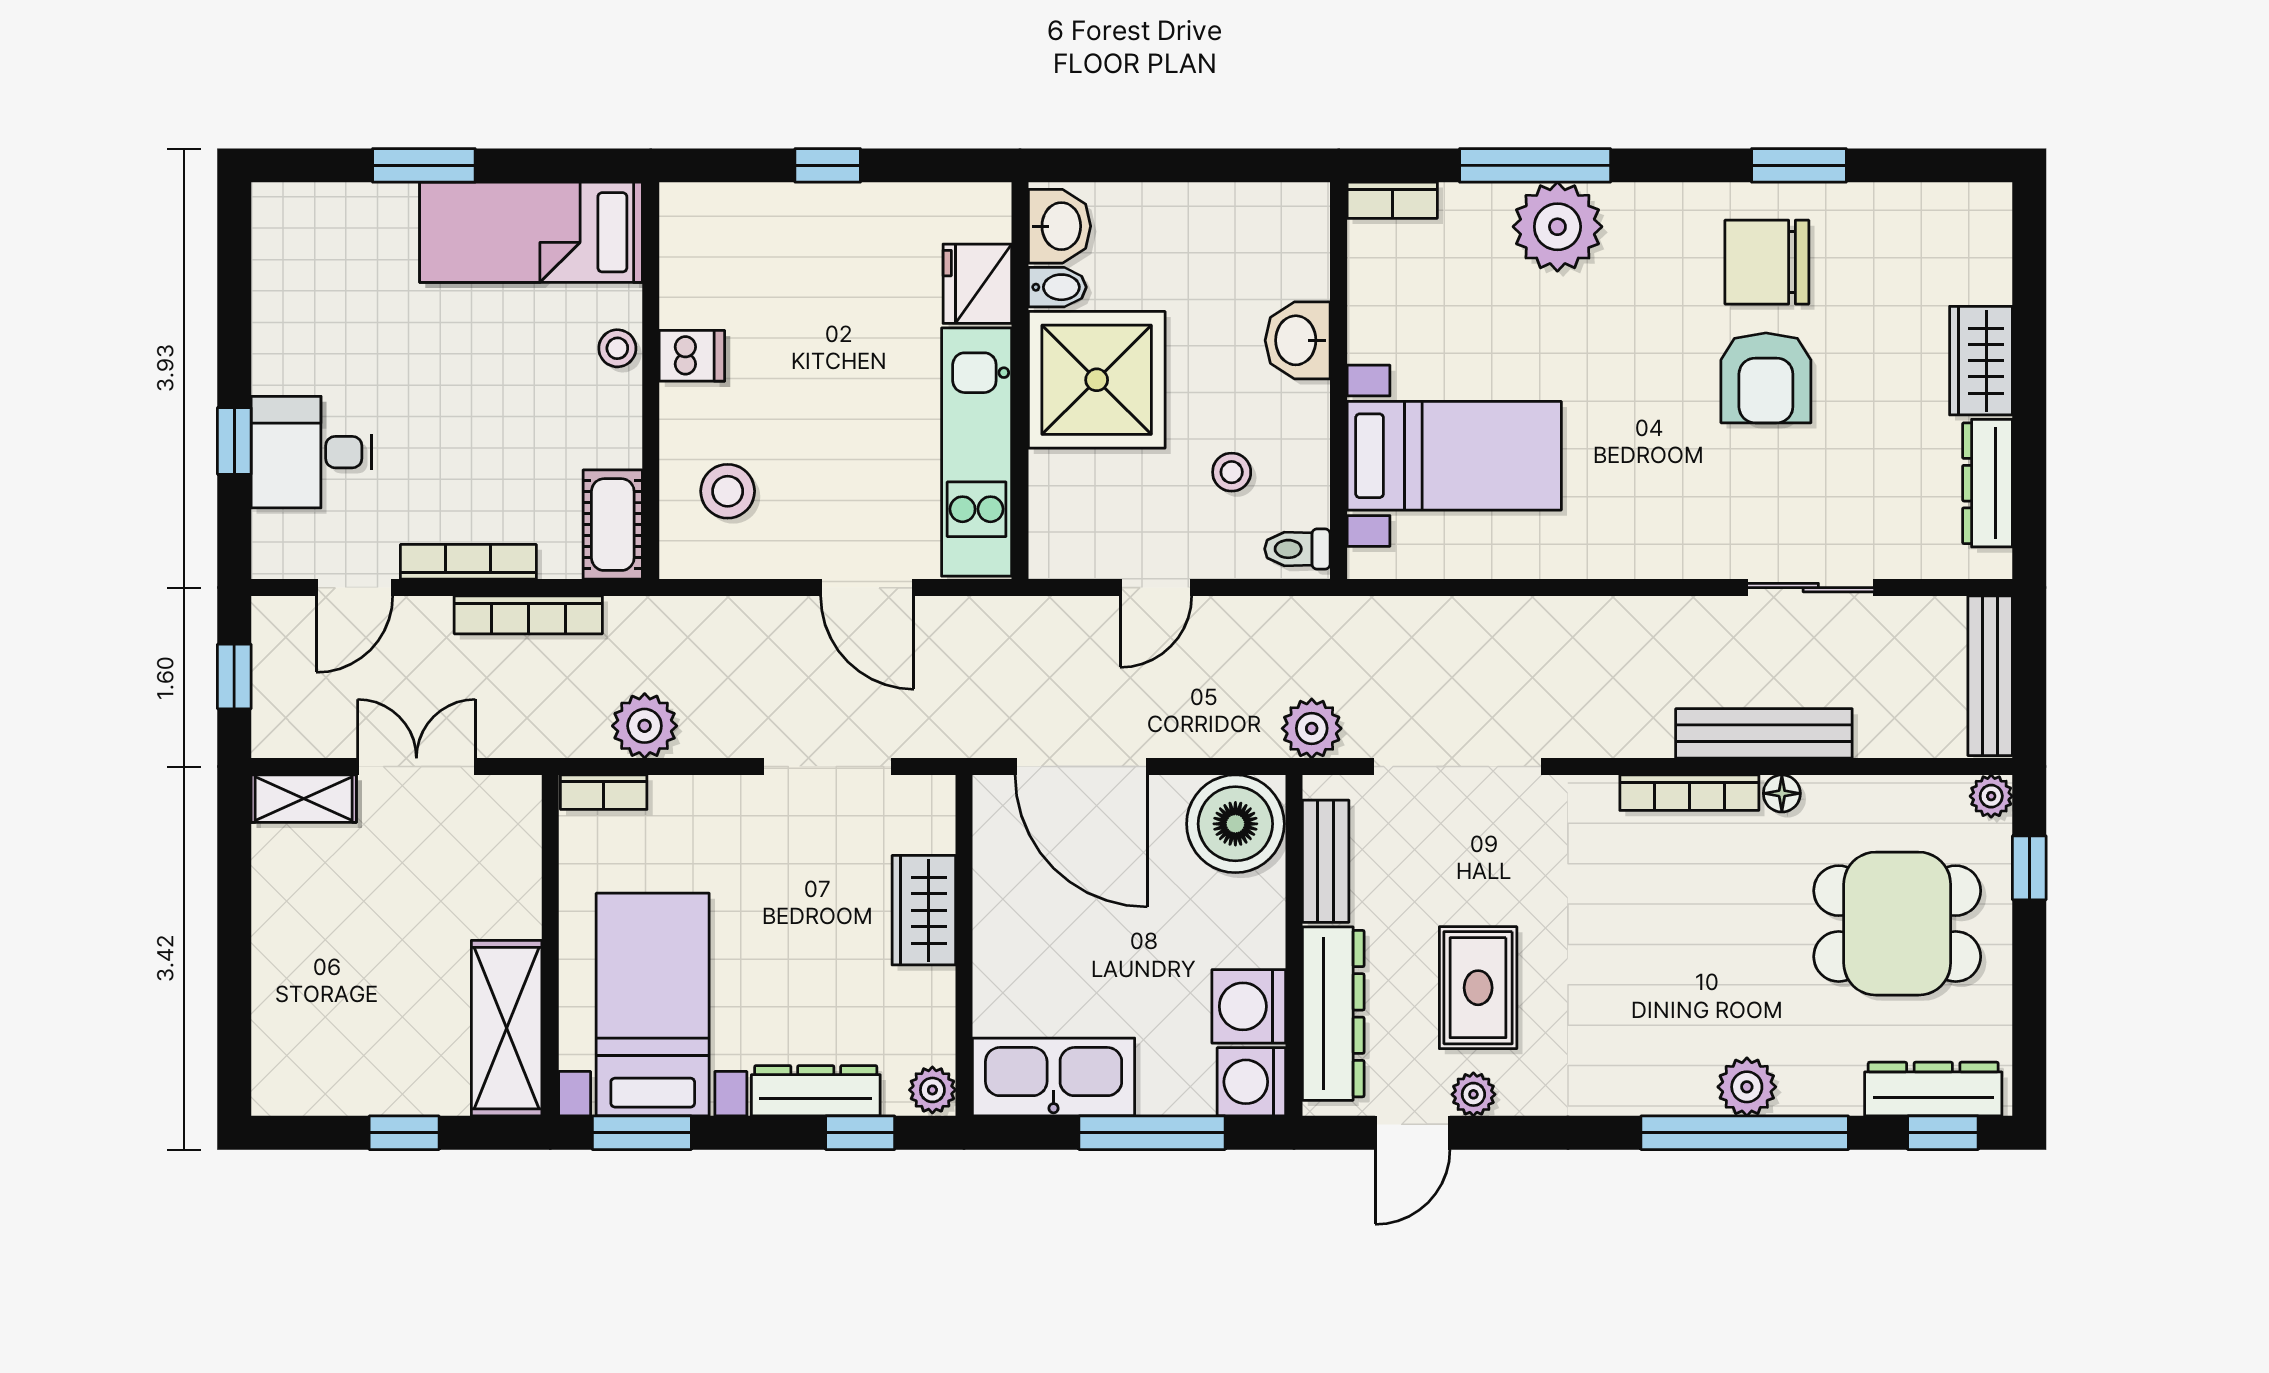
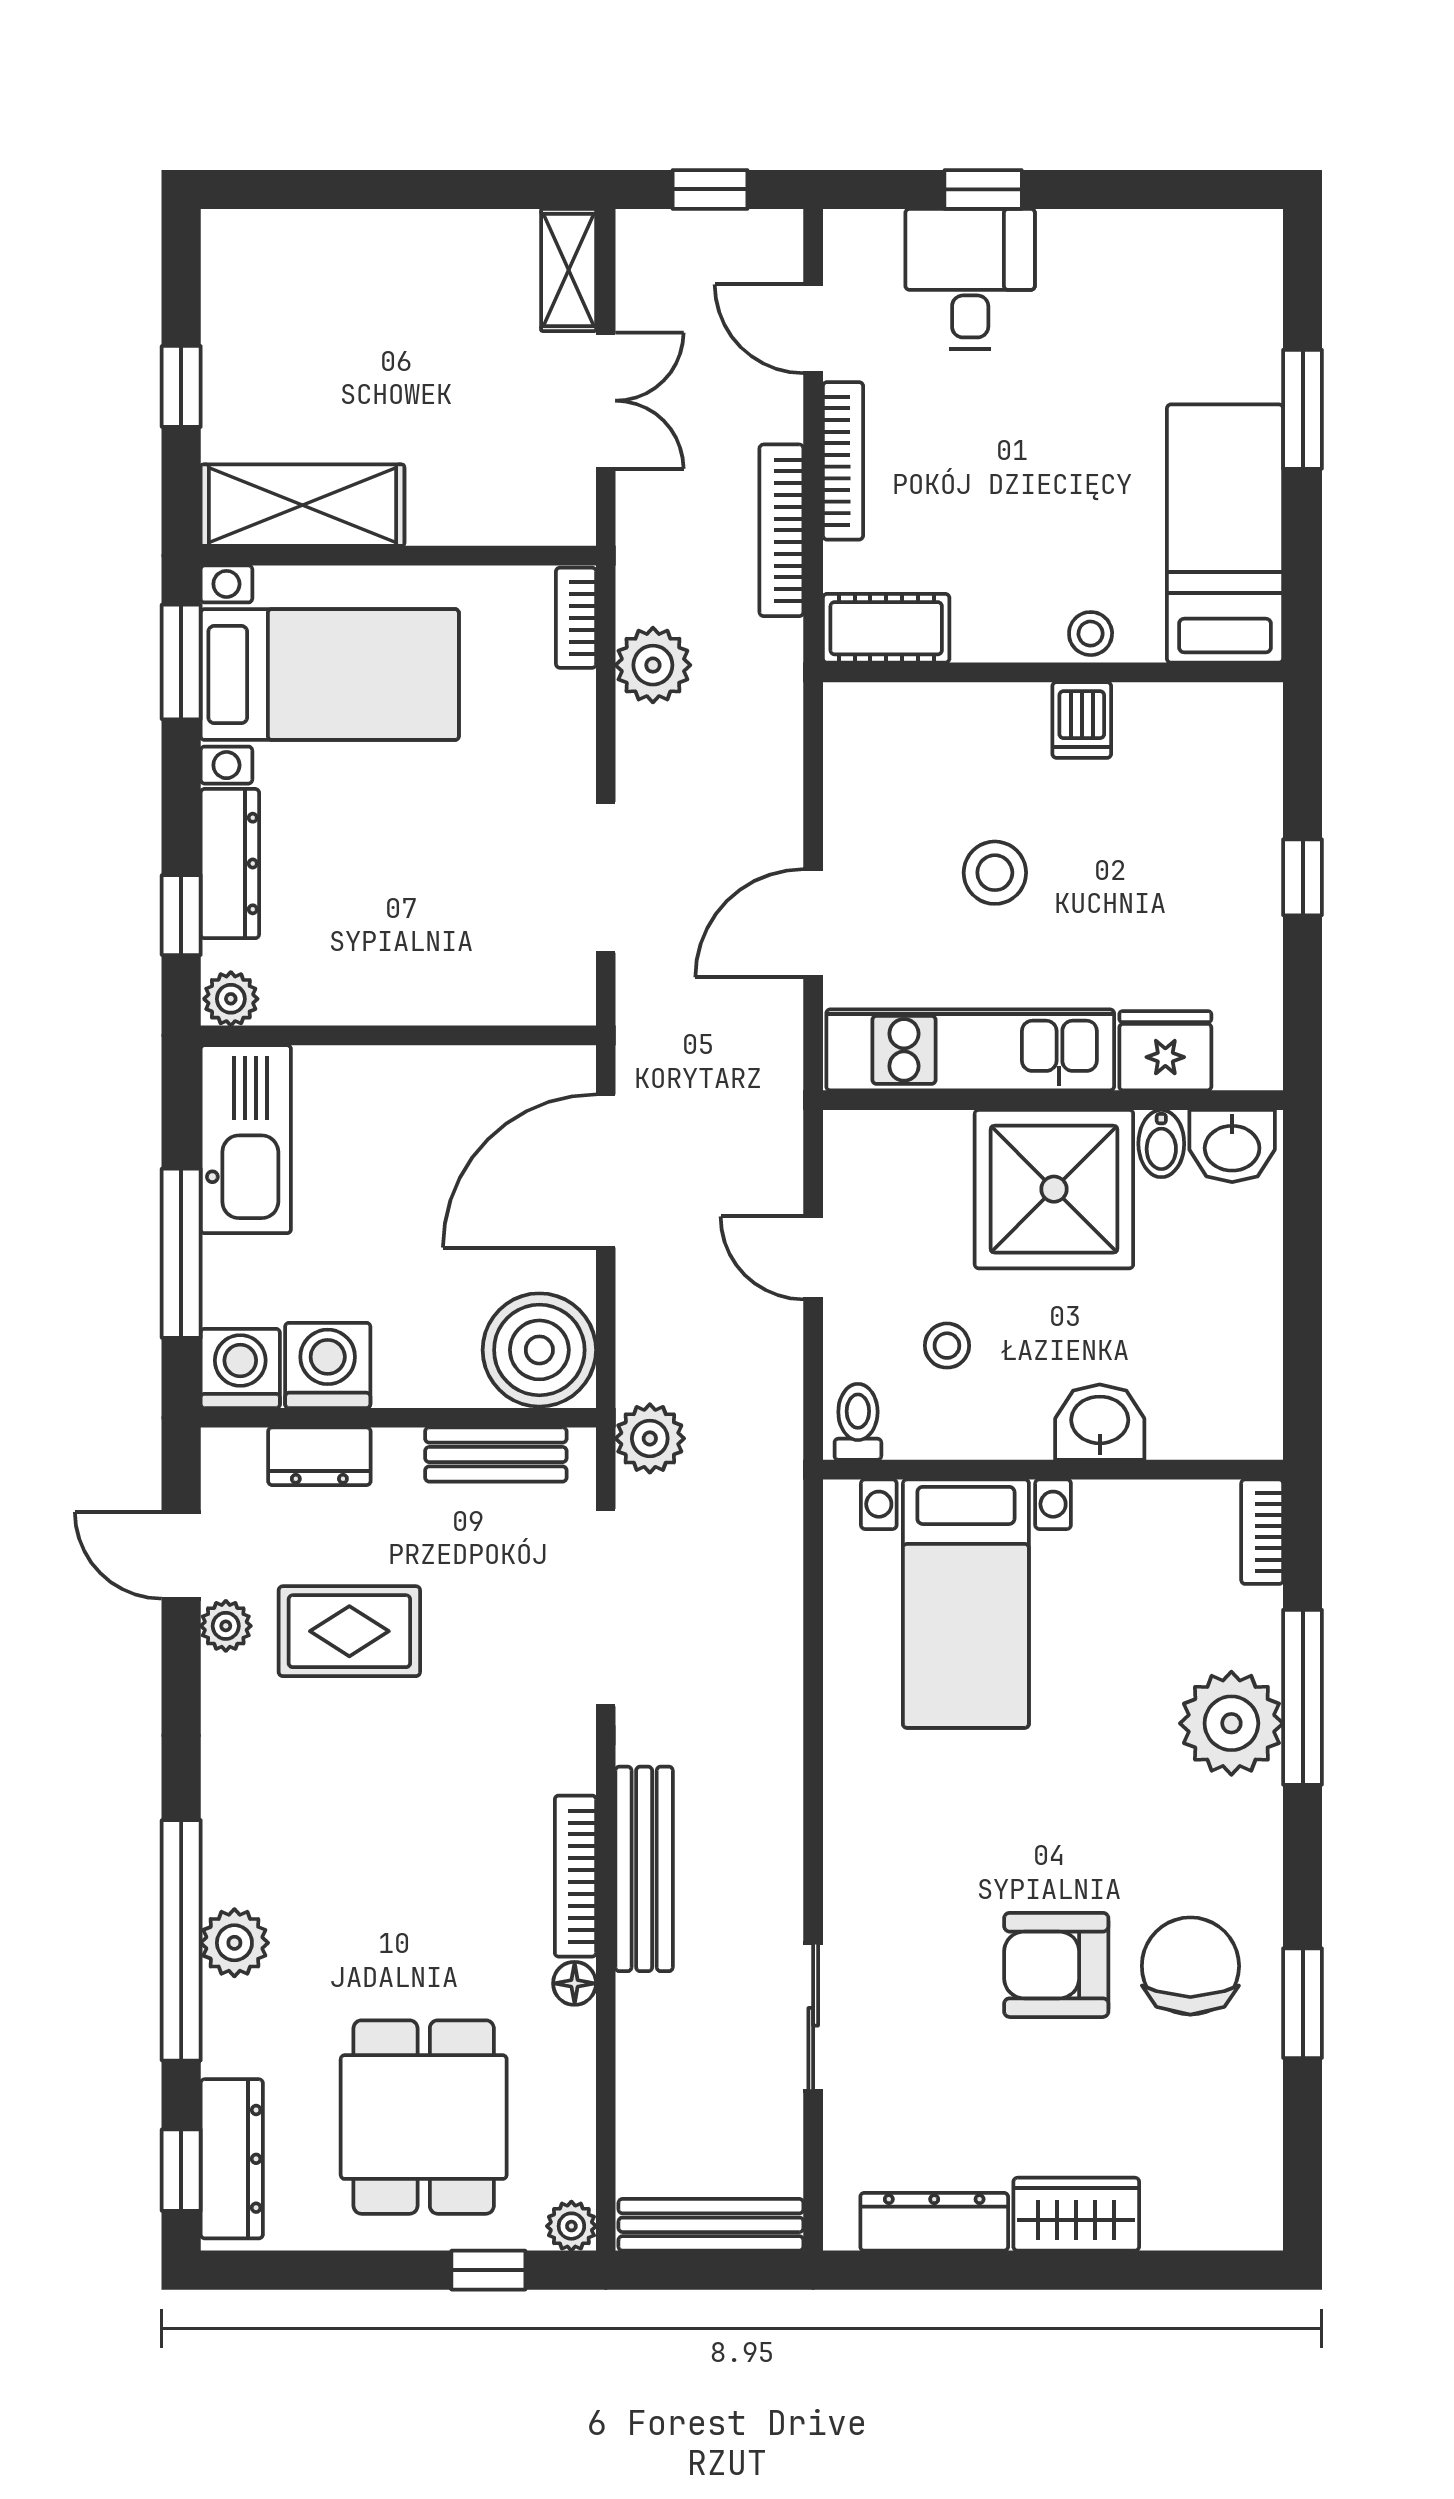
stool: (728, 491) -> (995, 873), moved
bench: (1764, 733) -> (644, 1869), moved
wardrobe: (924, 910) -> (439, 989), removed
dresser: (1333, 1014) -> (319, 1456), width x0.51, depth x0.80

